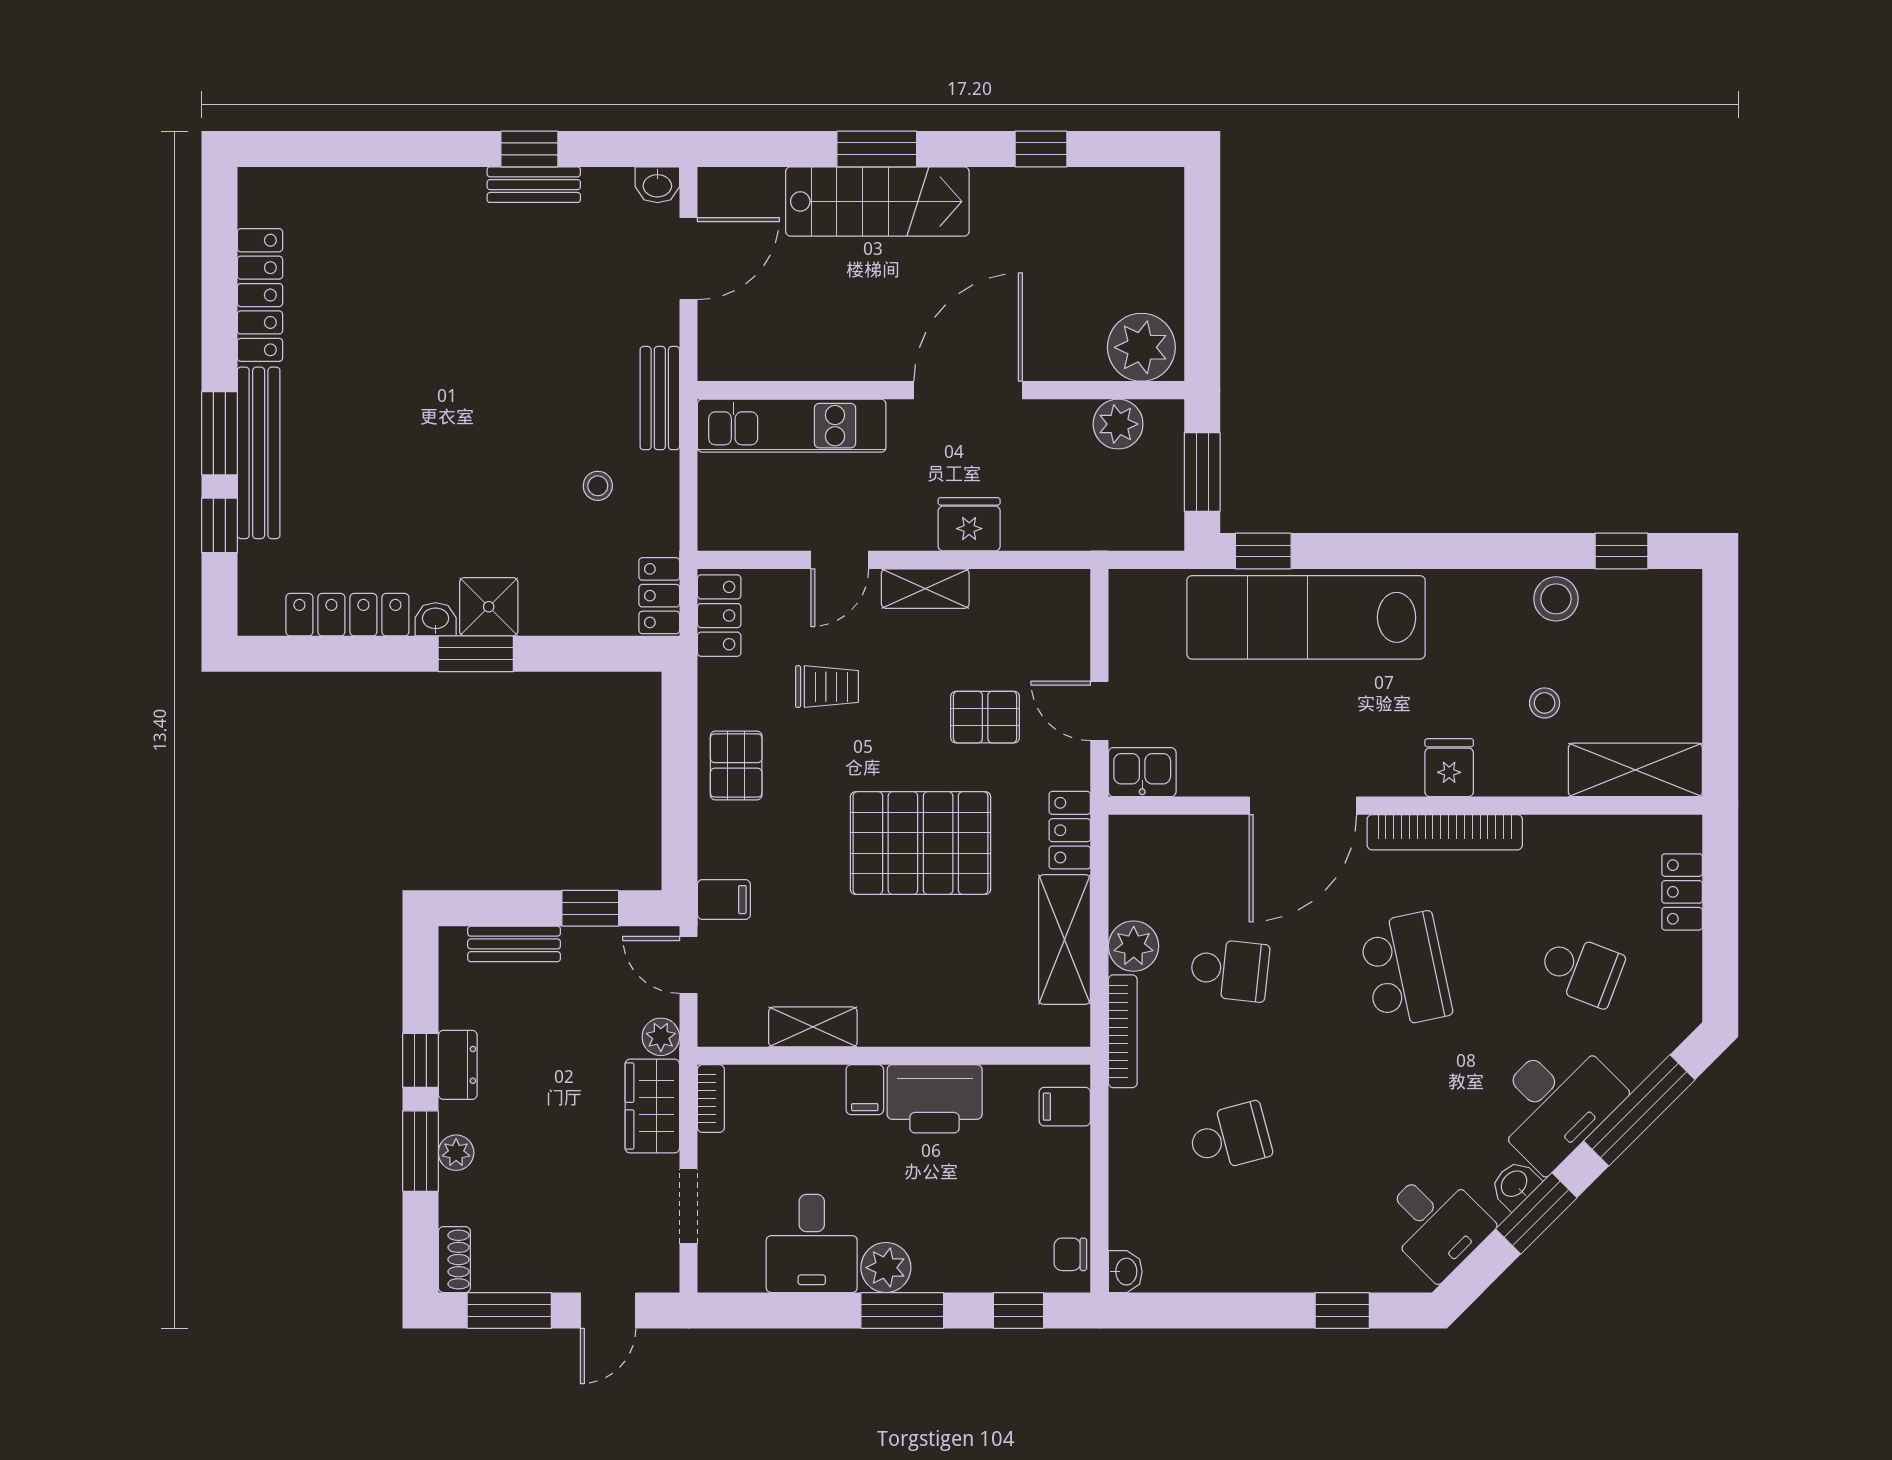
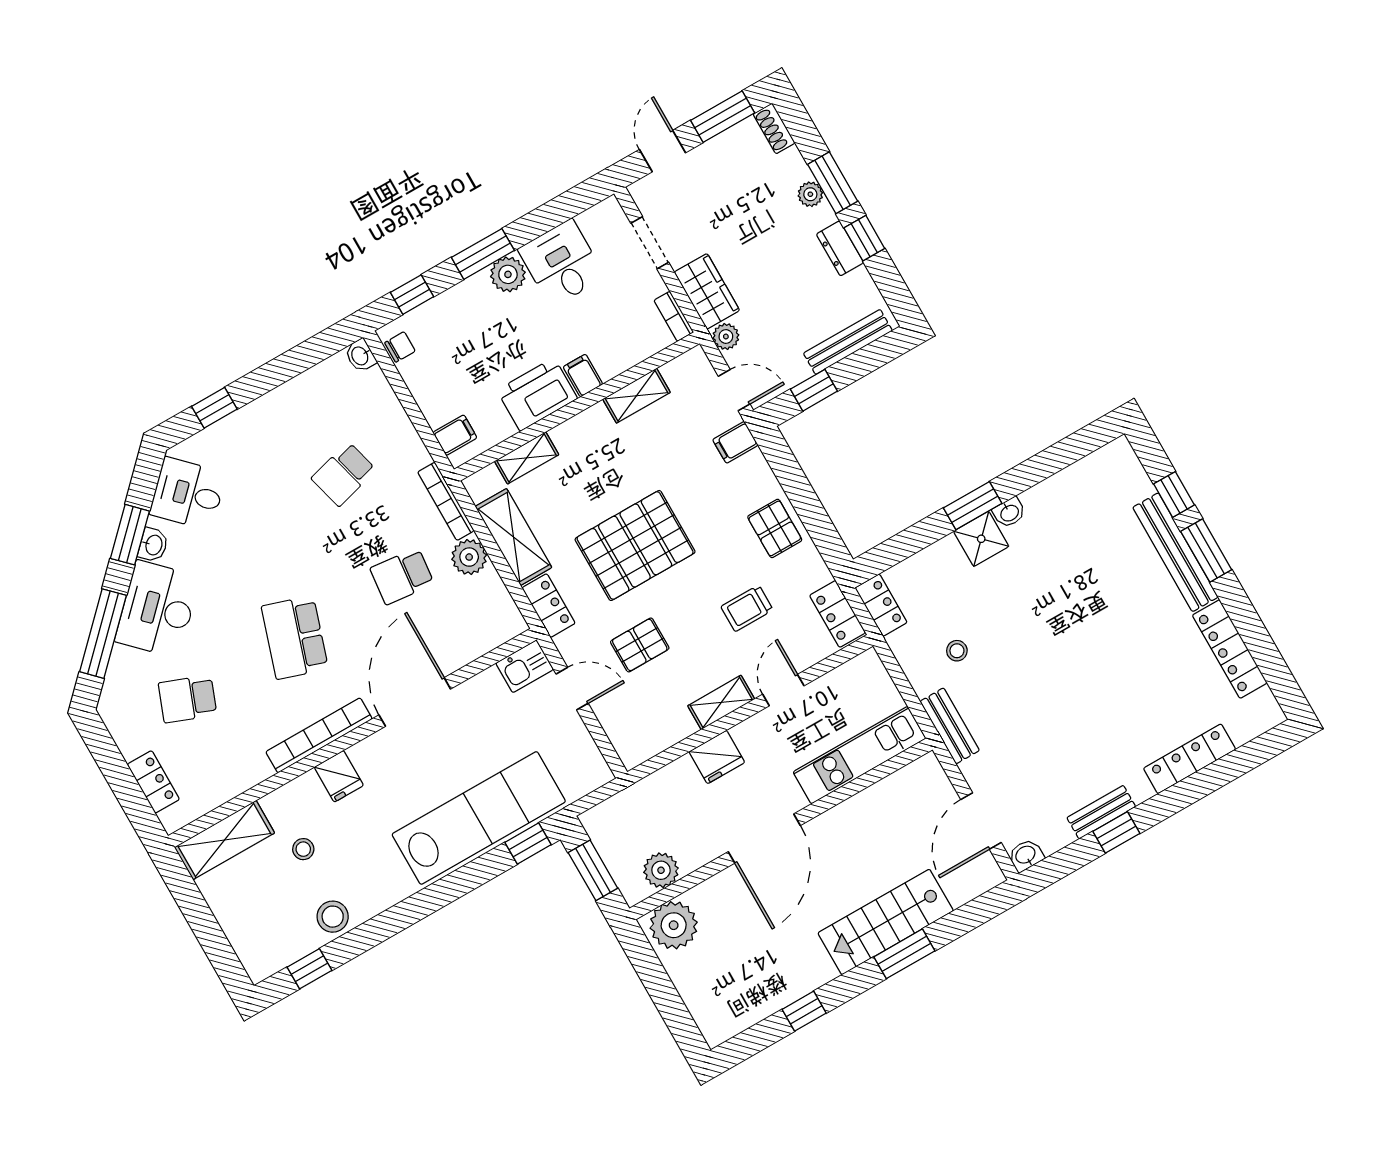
locker: (347, 615) -> (1190, 759), moved, turned 180
bench: (514, 944) -> (848, 342), width x1.36
school desk: (1405, 970) -> (295, 638), turned 30
shelving: (992, 1028) -> (527, 458), added

